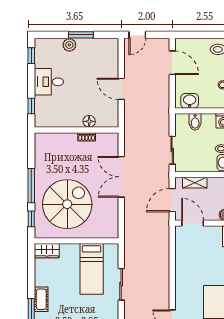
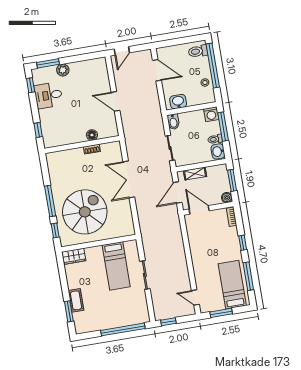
window: (81, 35) -> (48, 63), moved
desk: (49, 82) -> (48, 95), moved
bidet: (195, 122) -> (173, 122), moved

